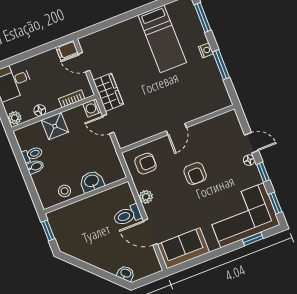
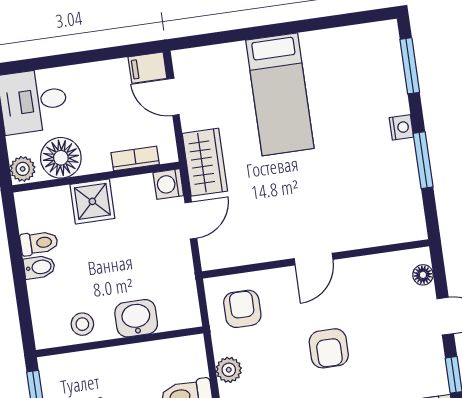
bed: (162, 39) -> (280, 94), moved
floor lamp: (40, 110) -> (61, 158), width x1.89, depth x1.89
door: (108, 124) -> (191, 221), swing flipped
floor lamp: (249, 160) -> (423, 275), moved
armchair: (145, 164) -> (242, 309), turned -90

